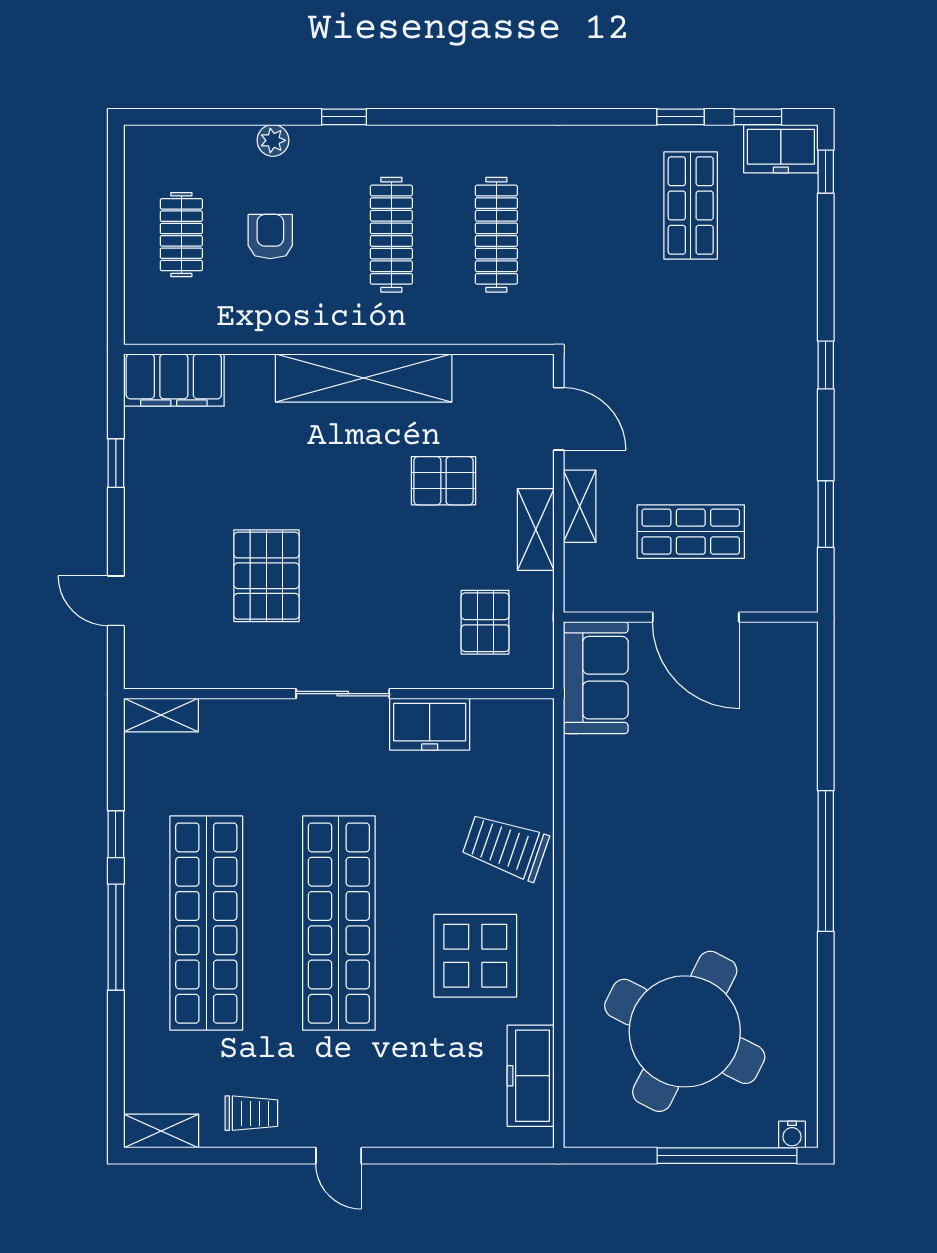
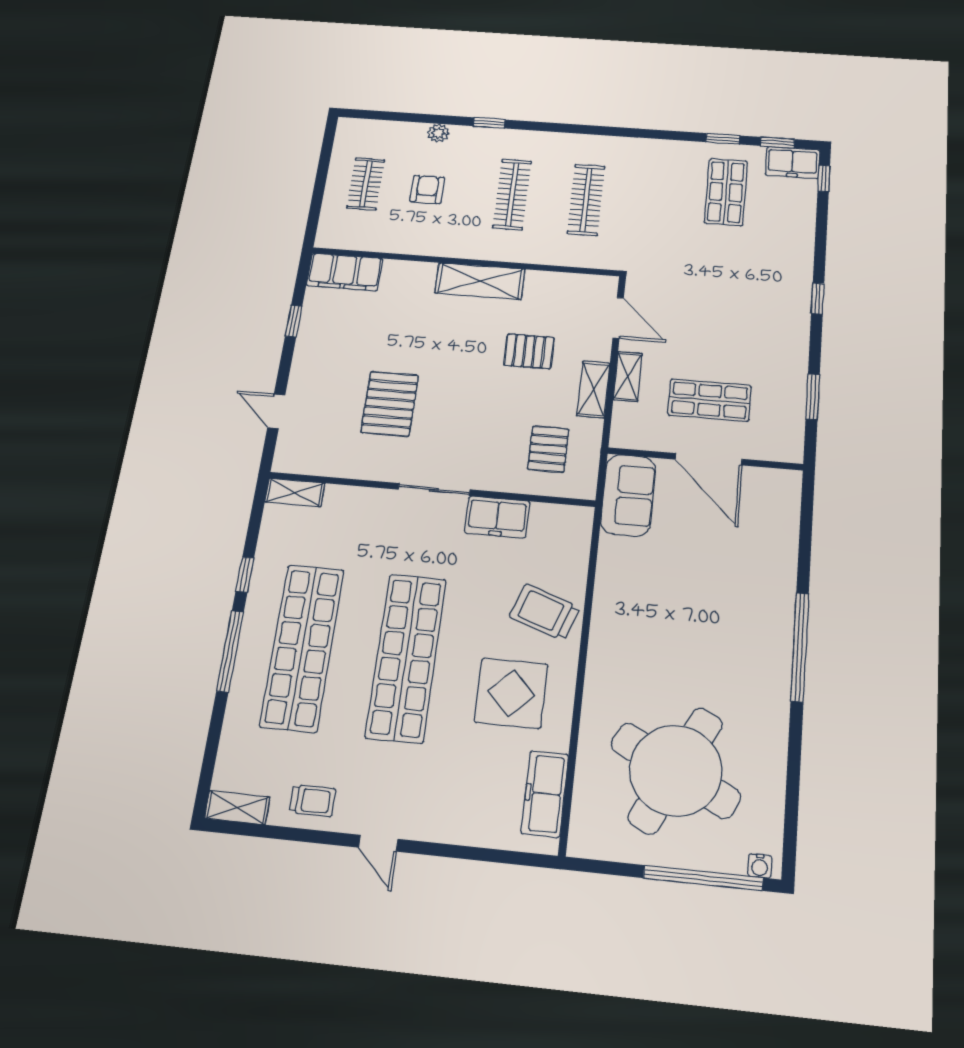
shelving: (364, 378) -> (480, 281), width x0.68

